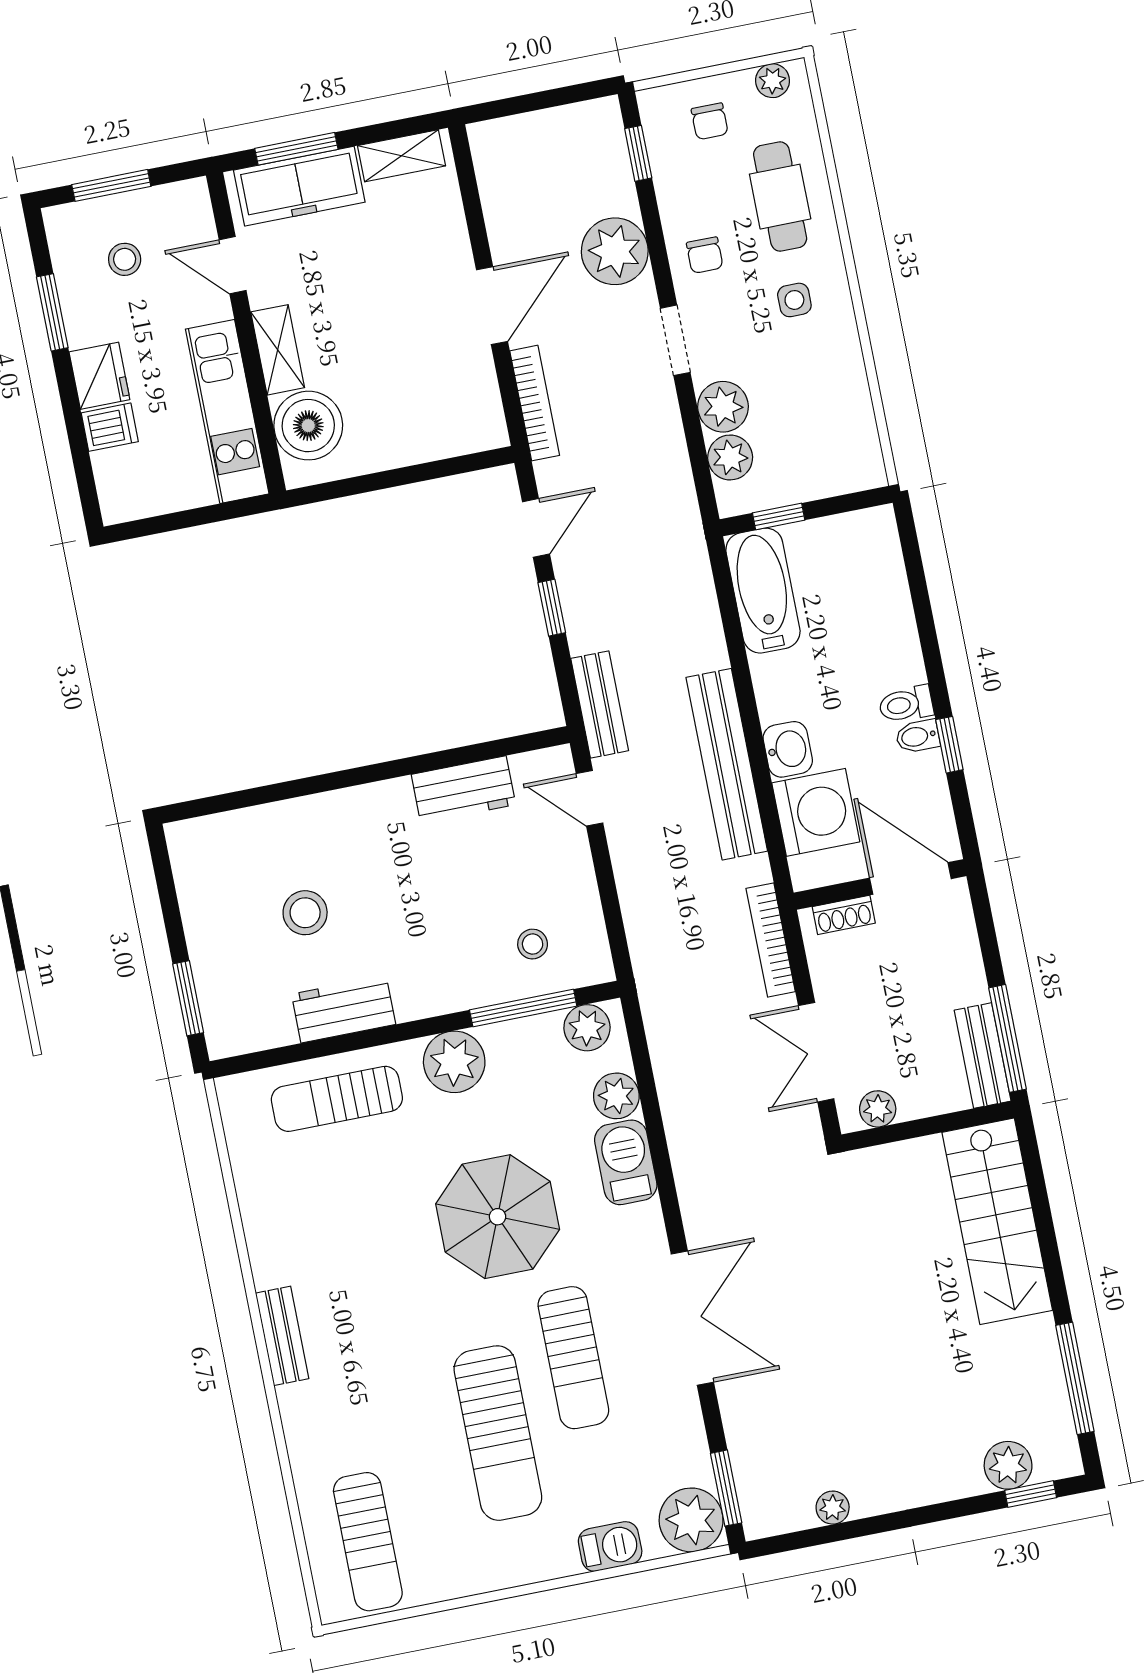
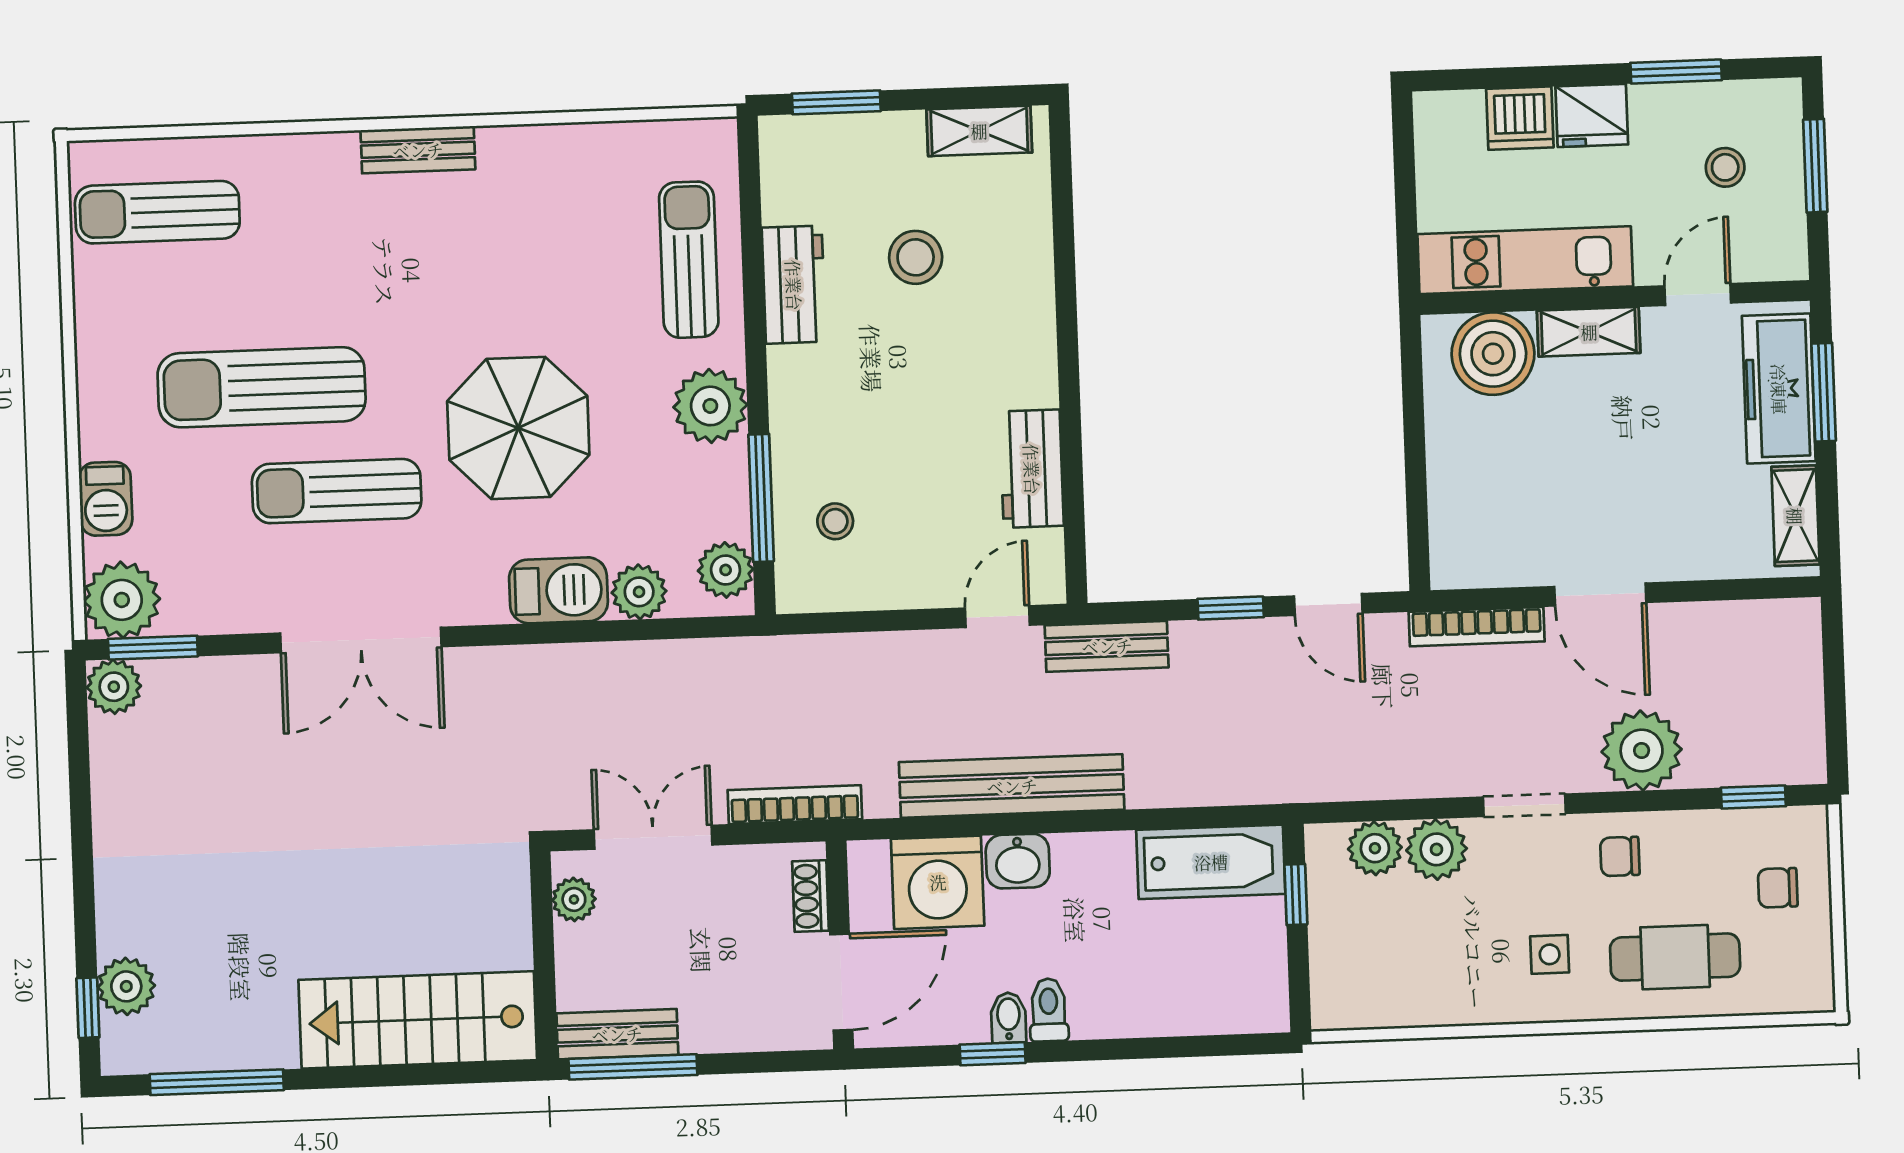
plant: (772, 81) -> (1814, 970), removed
dishwasher: (110, 427) -> (1520, 118), width x1.38
shelving: (193, 877) -> (979, 131), added
plant: (833, 1508) -> (114, 687), moved, width x1.38, depth x1.38

